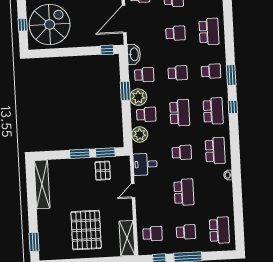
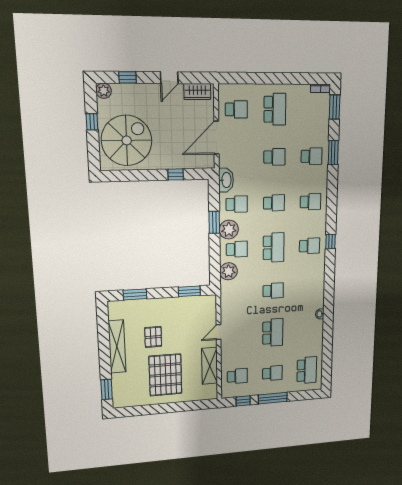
window: (23, 25) -> (92, 122), moved
school desk: (209, 32) -> (312, 156), width x0.54
window: (107, 50) -> (176, 174), moved
window: (231, 75) -> (333, 153), moved
school desk: (213, 111) -> (310, 246), width x0.54
school desk: (215, 151) -> (309, 289), removed
window: (80, 154) -> (135, 294), moved
desk: (145, 164) -> (233, 304), removed
pallet: (103, 171) -> (153, 337), moved
shelving: (42, 184) -> (117, 347), moved
shelving: (127, 238) -> (210, 366), moved

